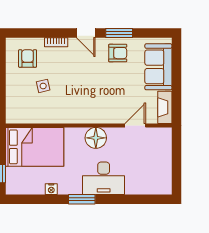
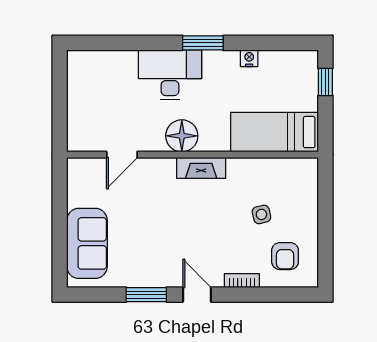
armchair: (118, 53) -> (149, 264), removed
fireplace: (165, 107) -> (201, 168), moved, turned 90
bed: (35, 147) -> (274, 132), width x0.67

